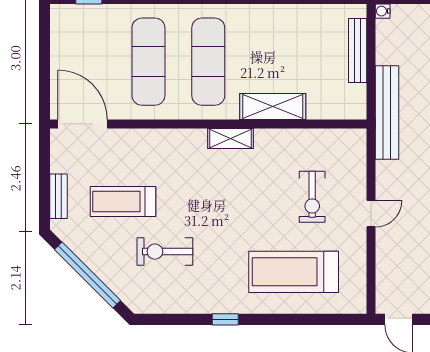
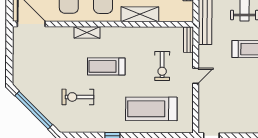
shelving: (231, 139) -> (87, 32), moved
bench: (58, 196) -> (188, 40), moved
treadmill: (123, 201) -> (106, 66), moved

